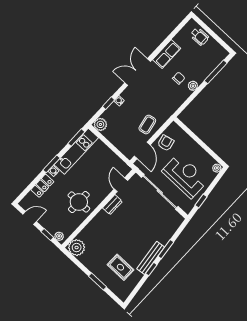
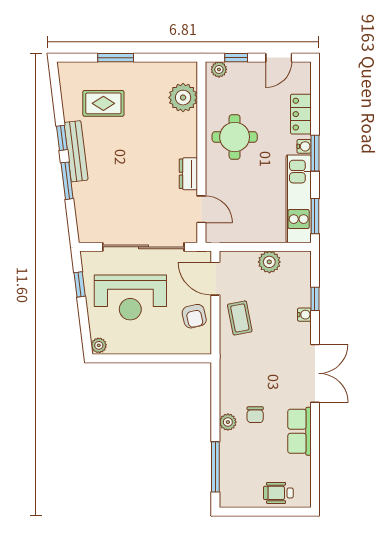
plant: (100, 124) -> (269, 262), moved
plant: (77, 248) -> (183, 98), moved

